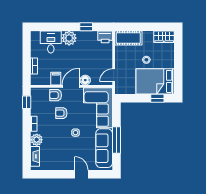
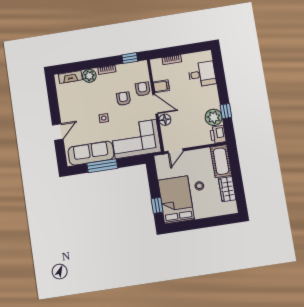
wardrobe: (164, 37) -> (227, 189), moved
plant: (69, 38) -> (214, 117), moved
door: (114, 75) -> (176, 151), swing flipped

